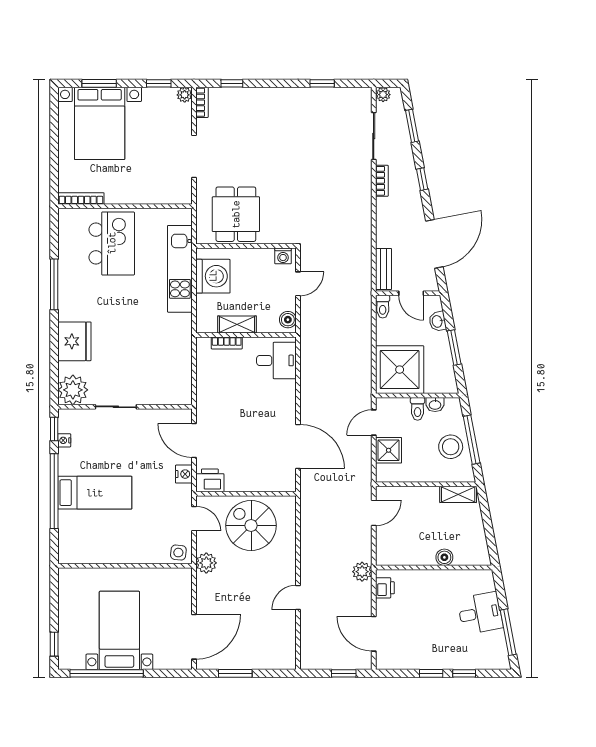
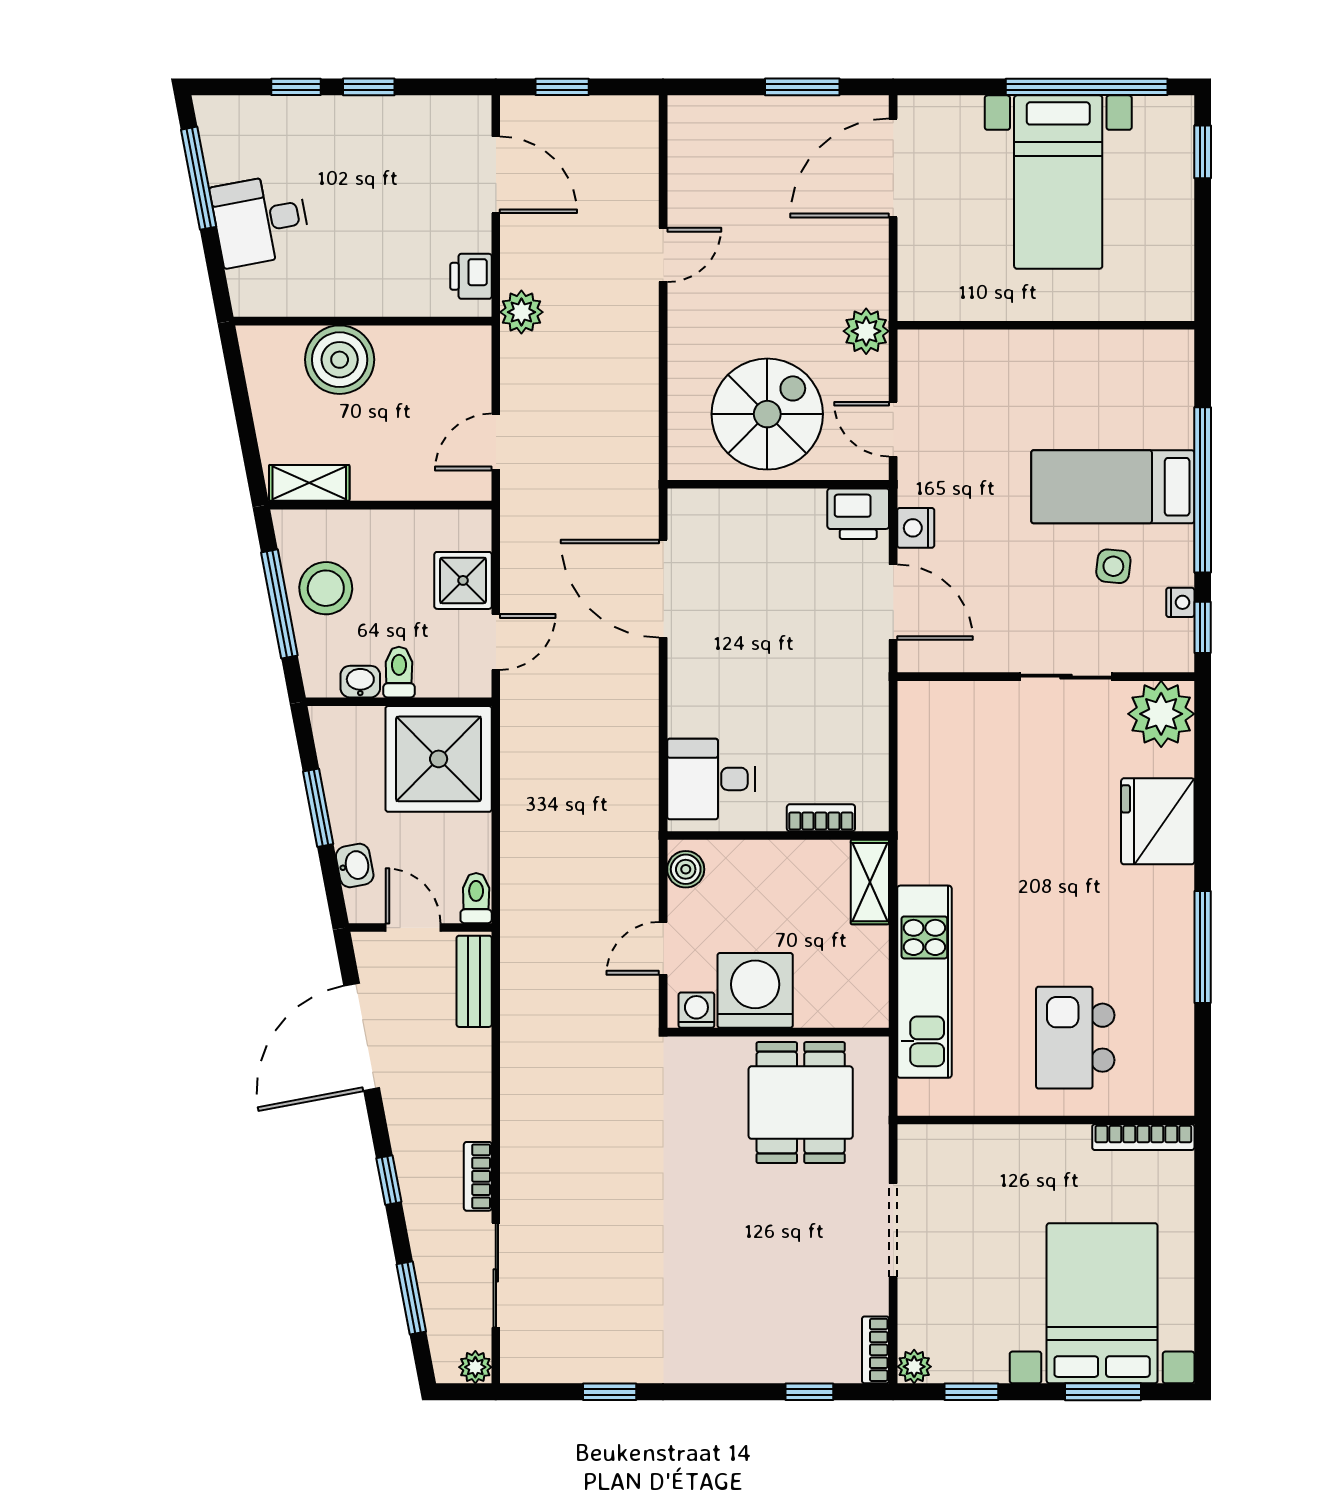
kitchen island: (112, 243) -> (1075, 1038), width x0.73, depth x0.78
washing machine: (213, 276) -> (755, 990), moved, turned 90
shelving: (237, 324) -> (870, 882), moved, turned 90
spiral stairs: (251, 525) -> (767, 414), turned -90
side table: (178, 553) -> (1113, 566), moved
boiler: (444, 557) -> (340, 360), width x1.86, depth x1.86

